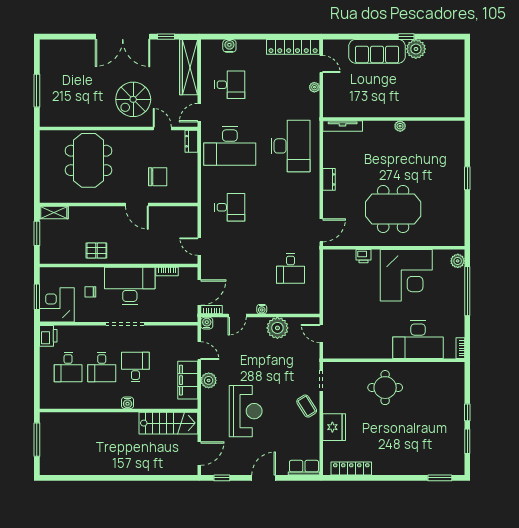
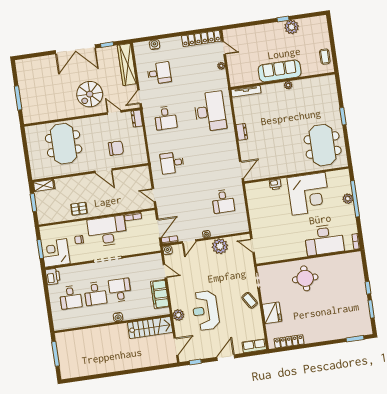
sofa: (377, 51) -> (280, 71), moved, turned 180
coffee table: (455, 95) -> (325, 57), added
desk: (230, 146) -> (166, 118), width x0.53, depth x0.77
desk: (230, 207) -> (172, 163), turned 180
meeting table: (393, 209) -> (323, 145), moved, turned 90
plant: (458, 261) -> (348, 199), moved
plant: (209, 380) -> (178, 315), moved
reception desk: (246, 411) -> (206, 311), turned 180

